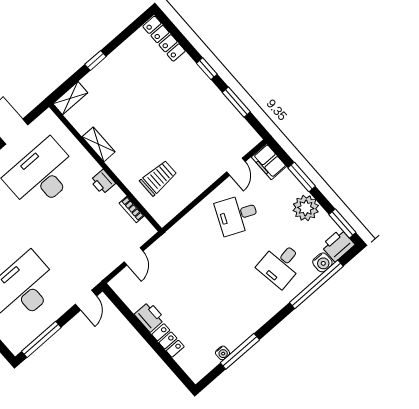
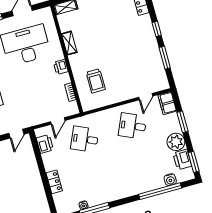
trolley: (158, 178) -> (96, 81), turned 90
printer: (338, 245) -> (182, 159), moved, turned -90
desk: (281, 264) -> (85, 139), moved, turned 33
printer: (150, 317) -> (45, 144), moved

